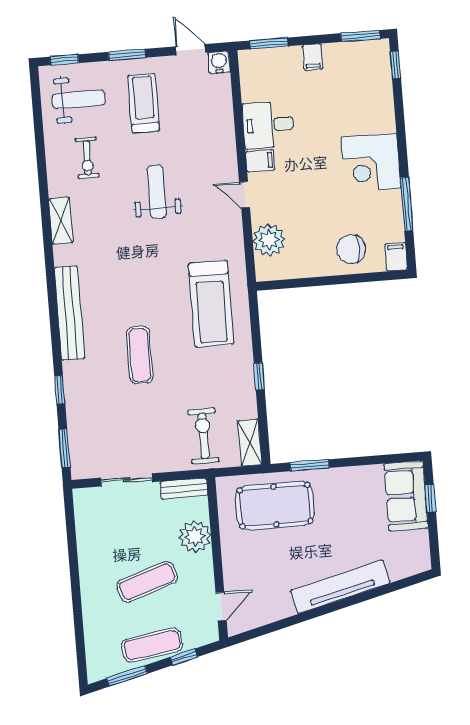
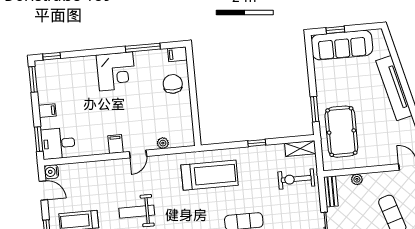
door: (191, 50) -> (43, 190), swing flipped
desk: (268, 125) -> (58, 143), moved, turned 90
plant: (269, 240) -> (163, 143), width x0.53, depth x0.53
chair: (351, 249) -> (173, 84), turned 180
sofa: (406, 496) -> (342, 45), width x1.36
plant: (195, 537) -> (357, 179), width x0.53, depth x0.53

